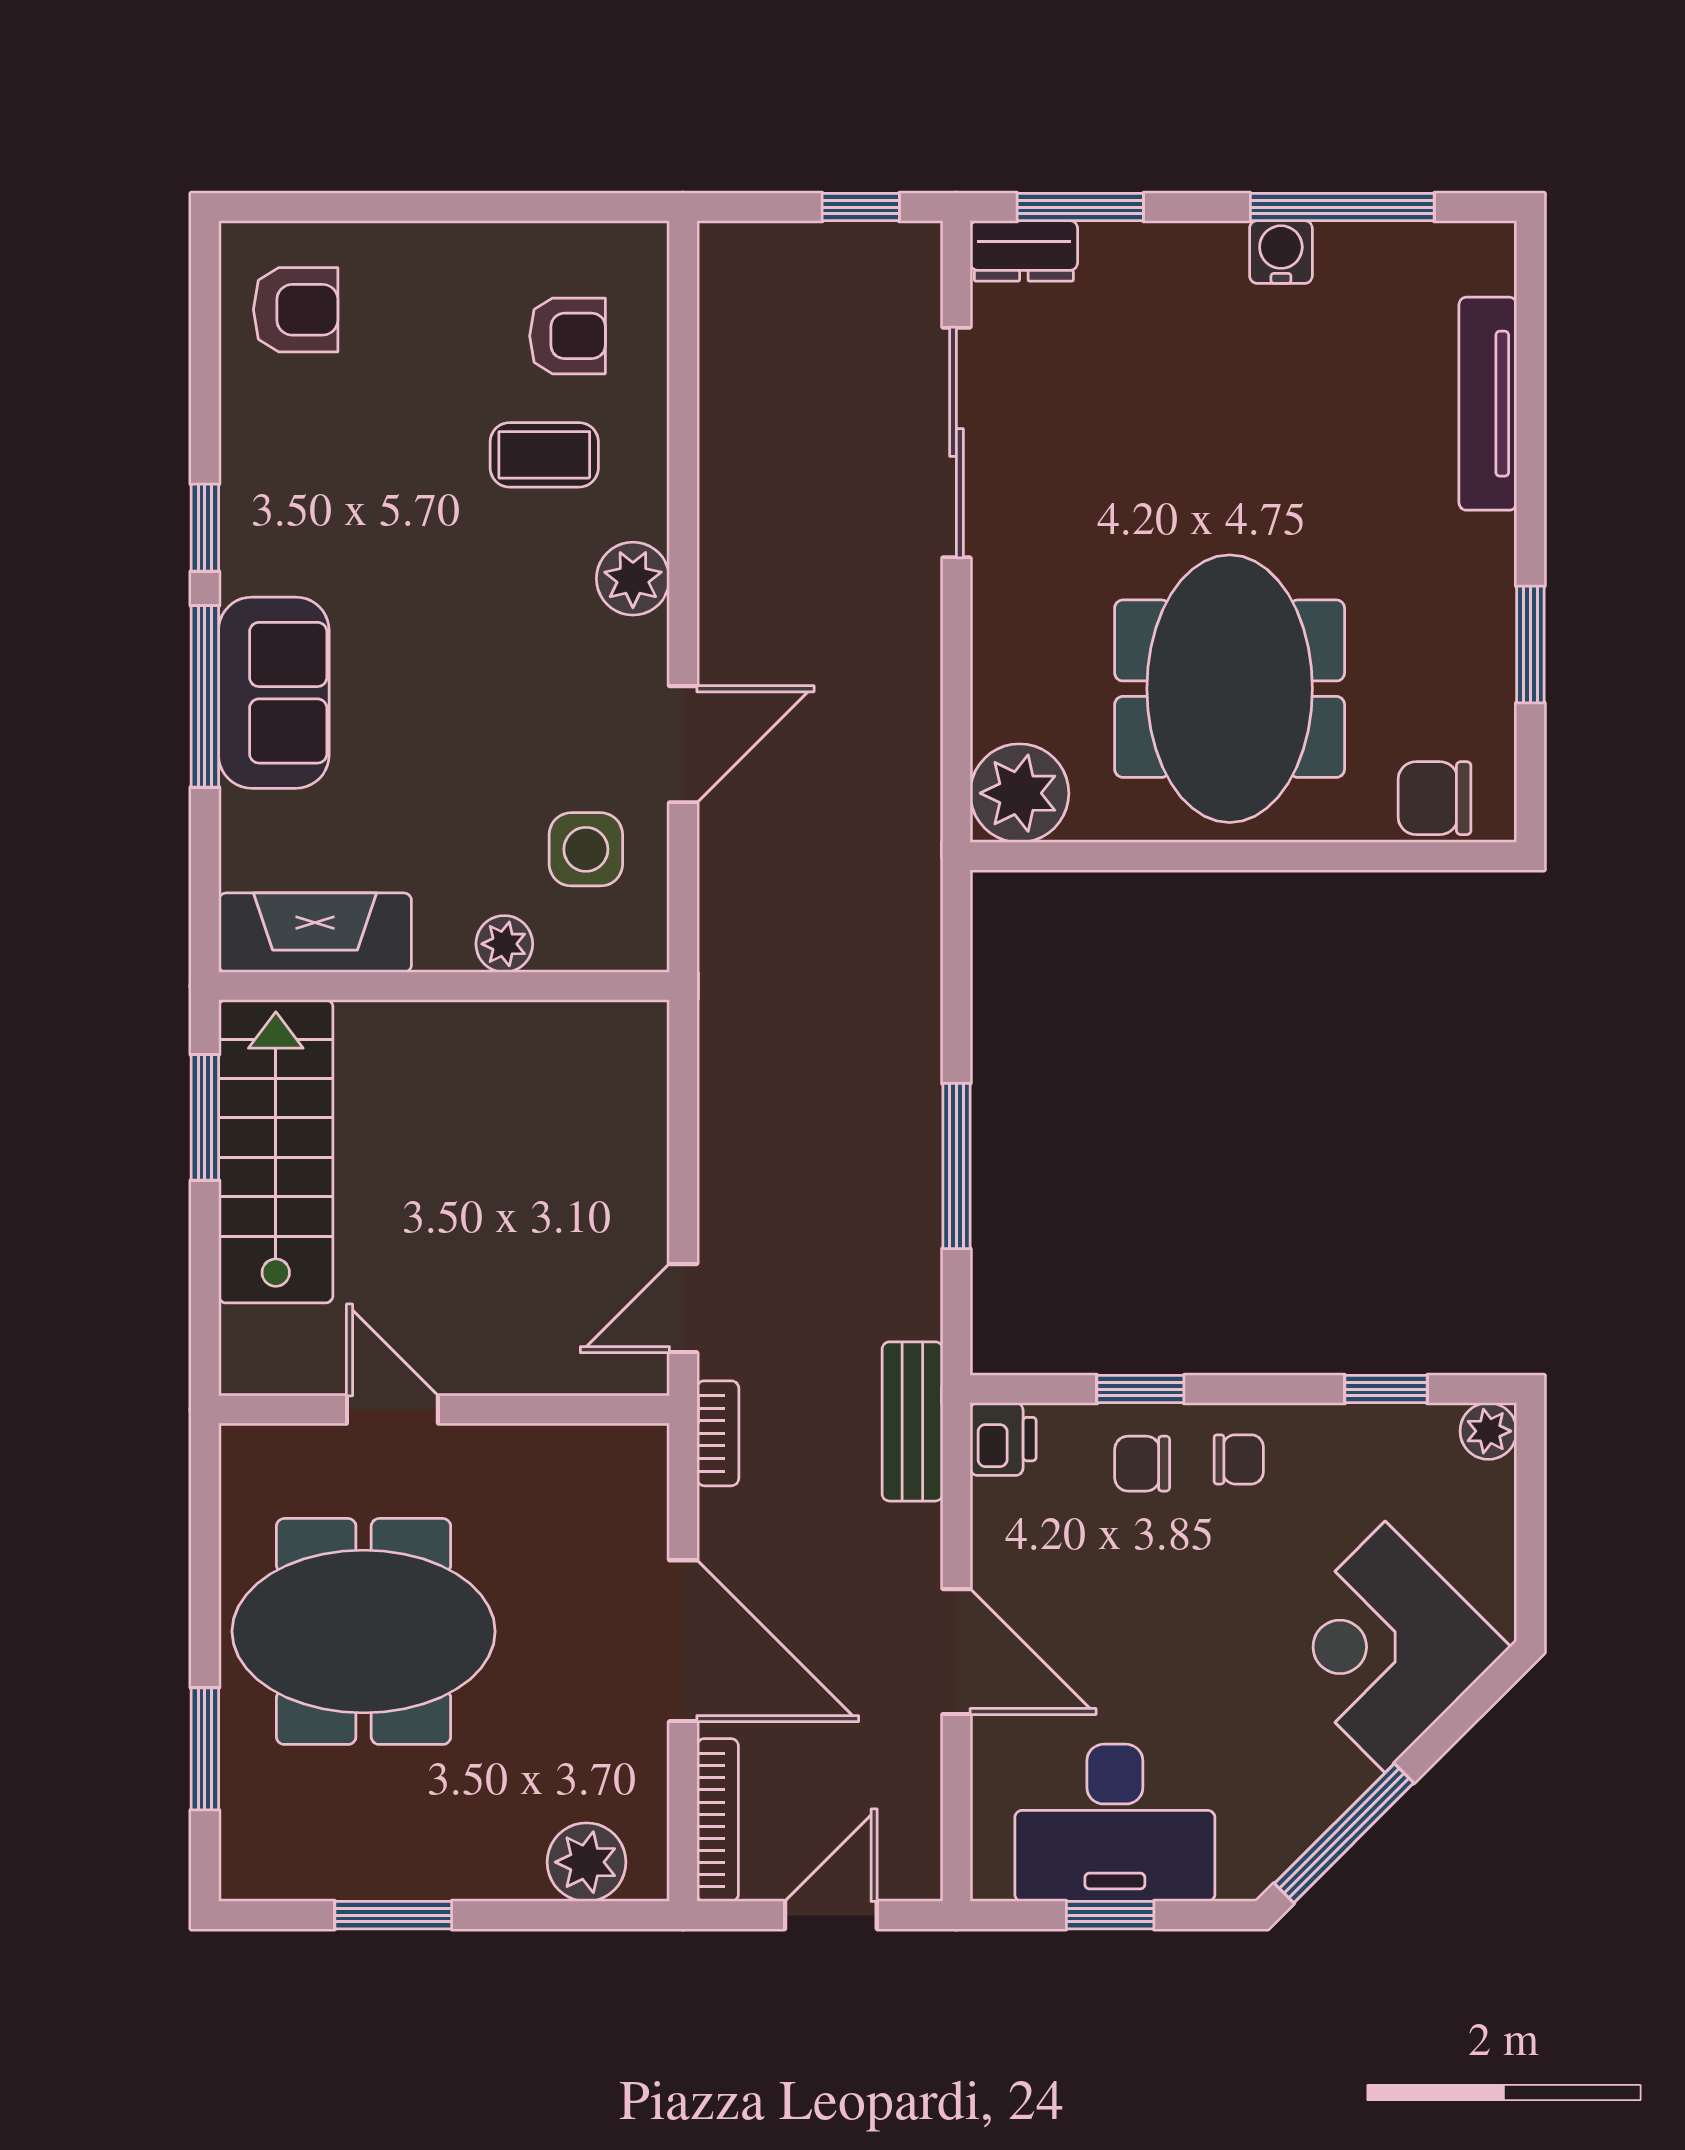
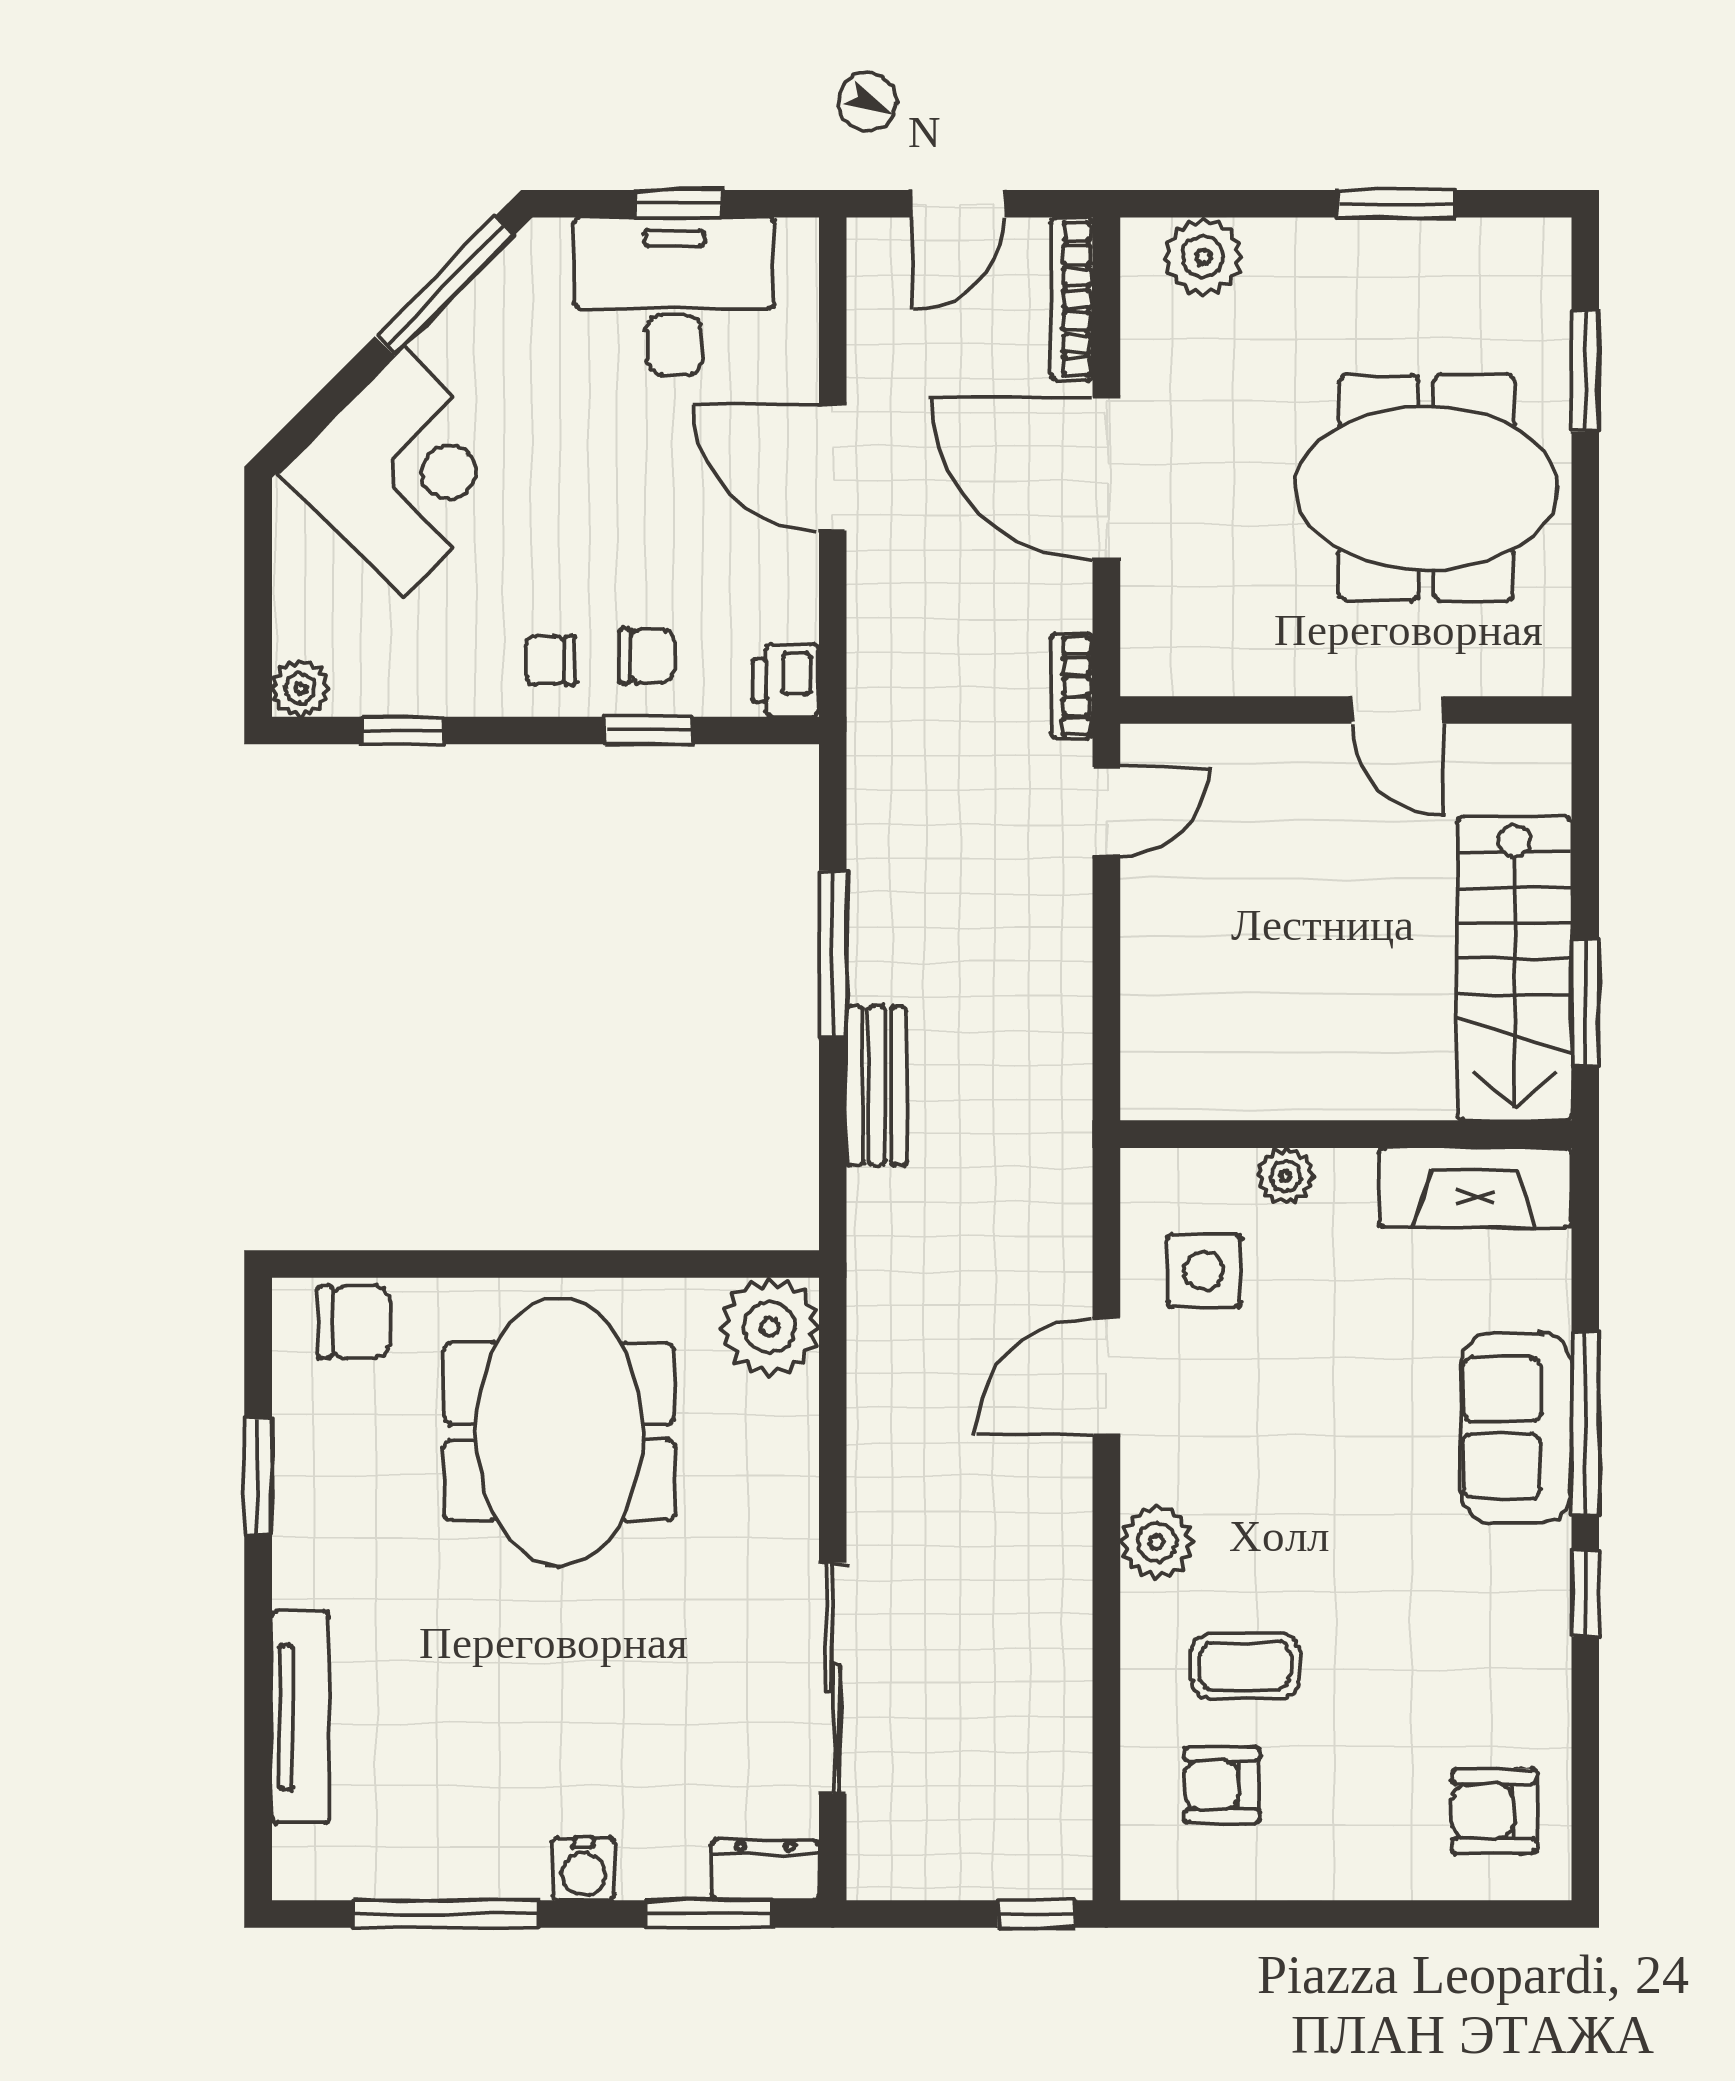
window: (861, 207) -> (1036, 1914), moved
water cooler: (1281, 252) -> (583, 1869), moved
bench: (912, 1421) -> (877, 1086), moved

